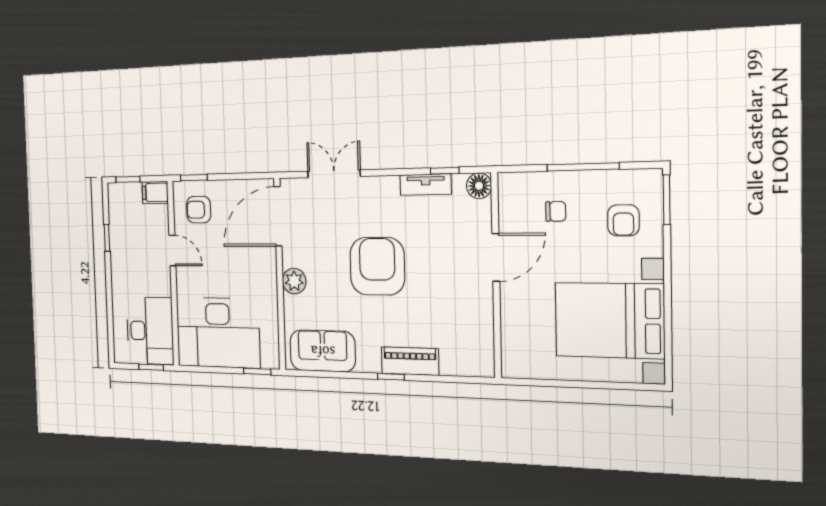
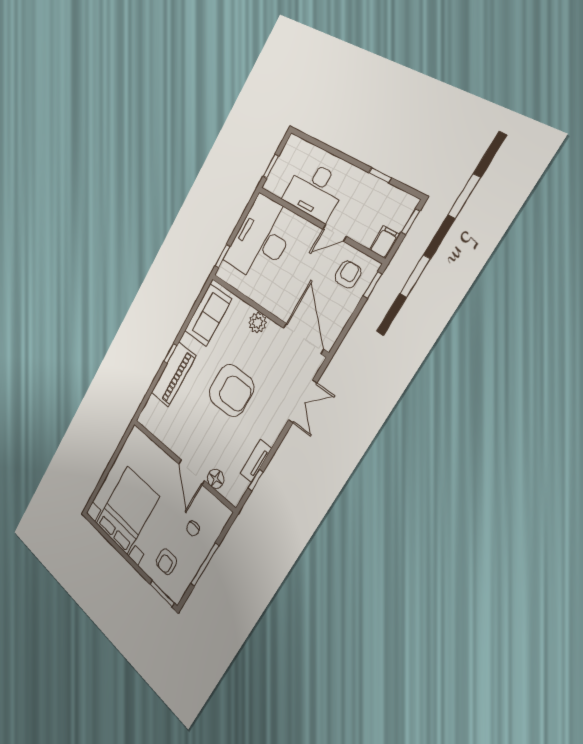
floor lamp: (479, 186) -> (216, 479), moved
armchair: (623, 220) -> (166, 562), turned -90
desk: (150, 331) -> (314, 190), moved
piano: (410, 361) -> (173, 374), width x1.37, depth x1.33

